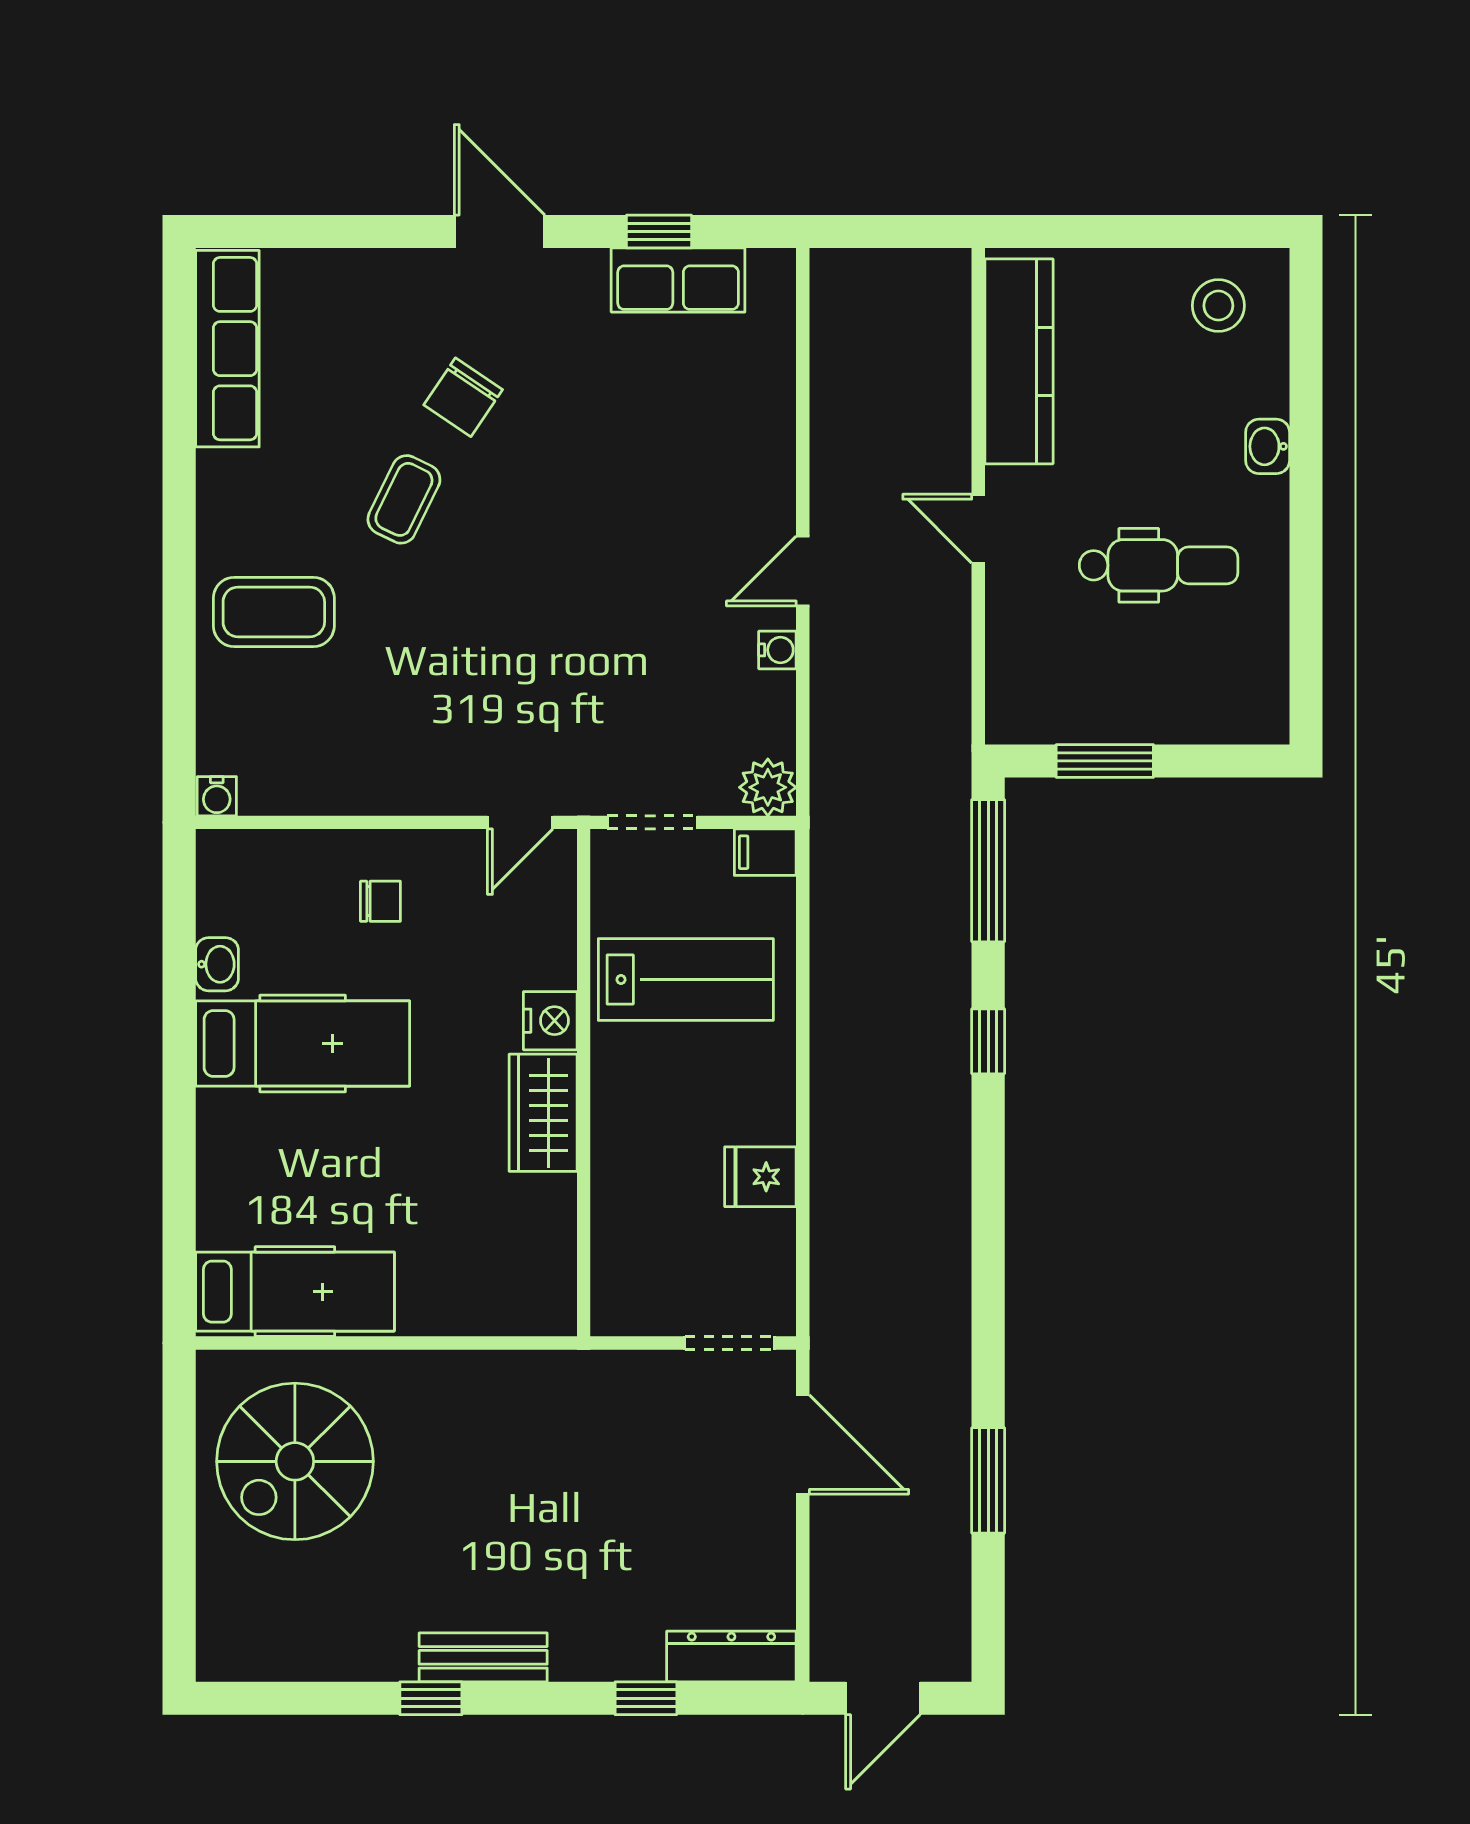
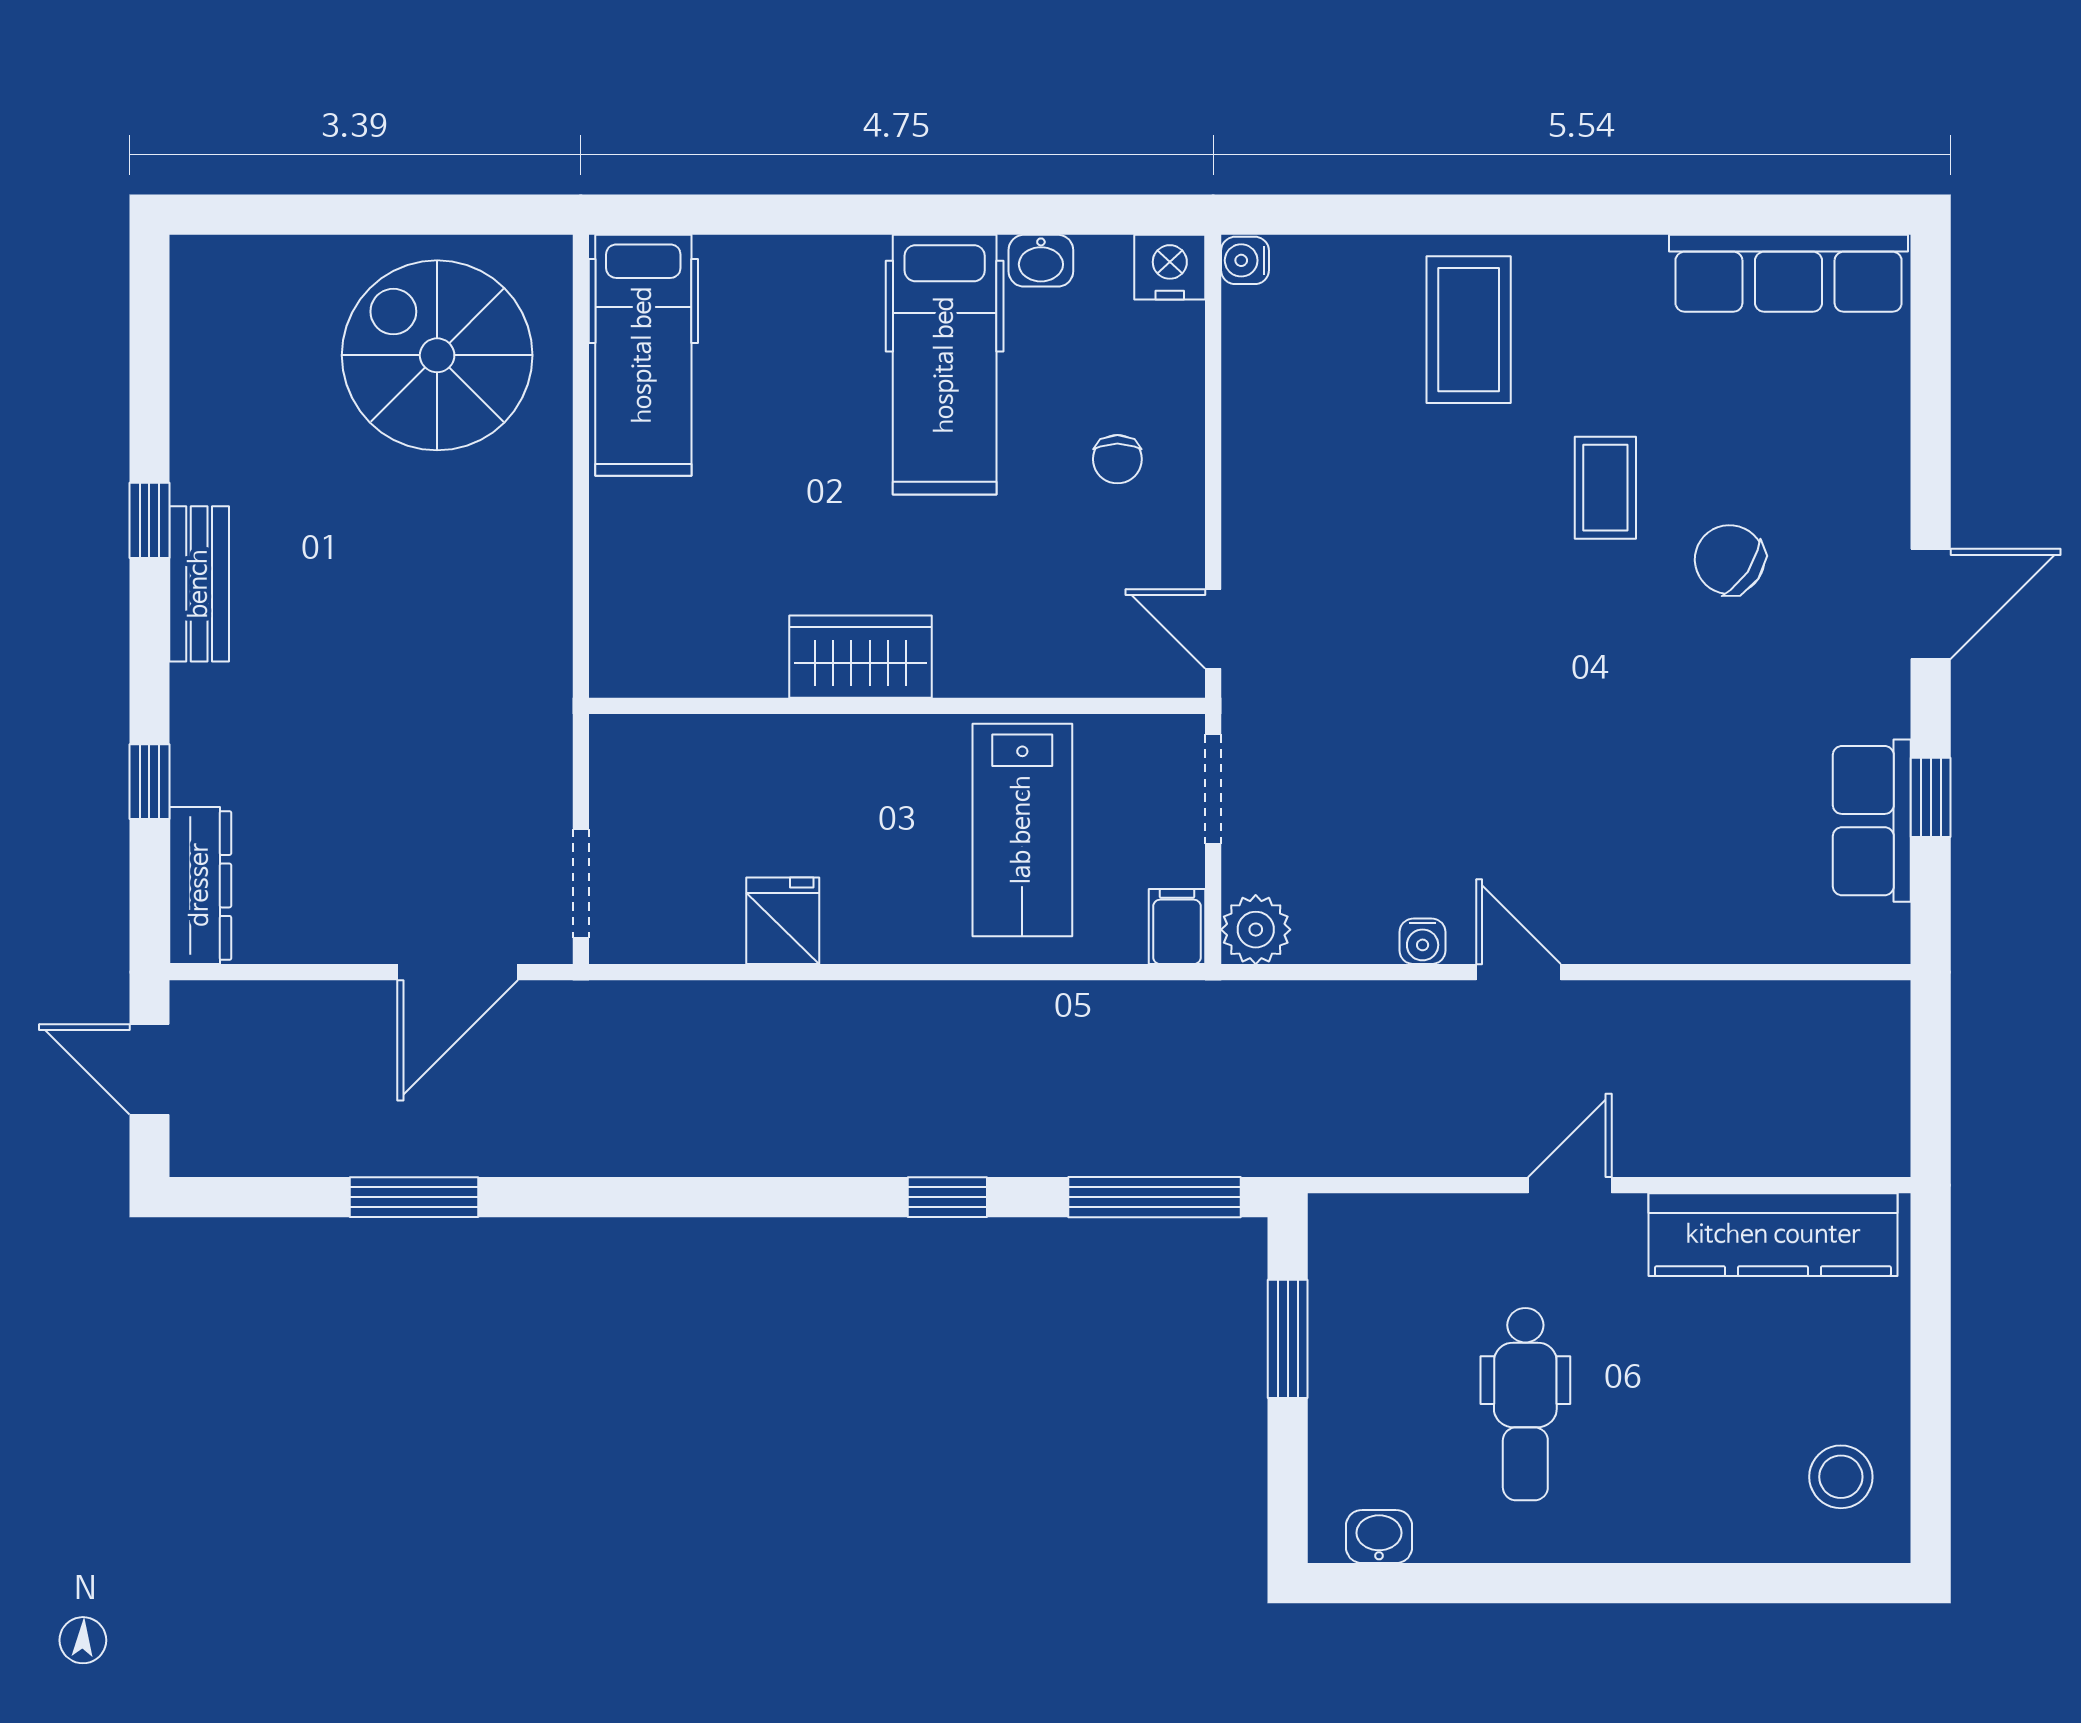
washbasin: (1268, 446) -> (1379, 1537), moved
coffee table: (404, 499) -> (1605, 488), turned 64
nightstand: (550, 1021) -> (1170, 267), moved, turned 180

